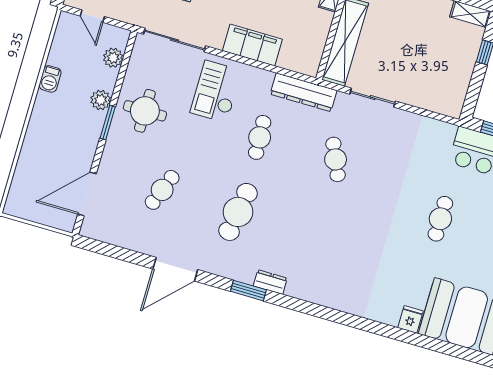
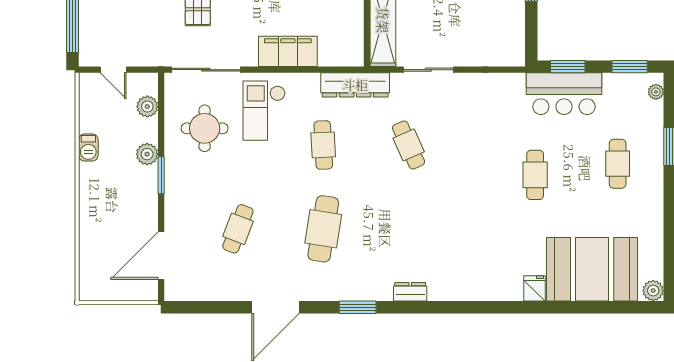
round table: (145, 111) -> (205, 128), moved
dresser: (270, 282) -> (410, 292), moved

